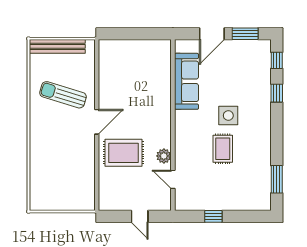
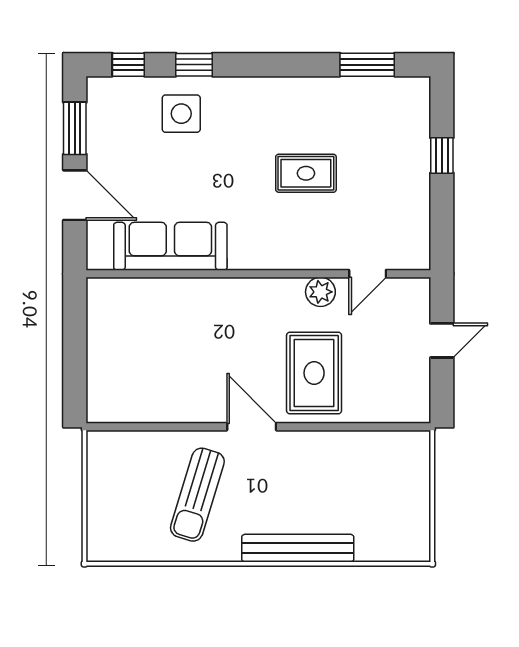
bench: (57, 46) -> (298, 548), moved, turned 90
side table: (228, 116) -> (181, 114), moved
window: (213, 216) -> (442, 155), moved

